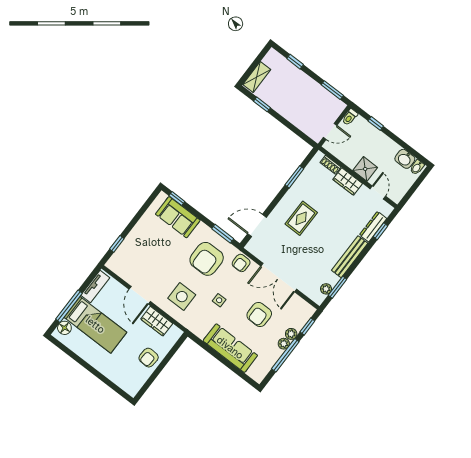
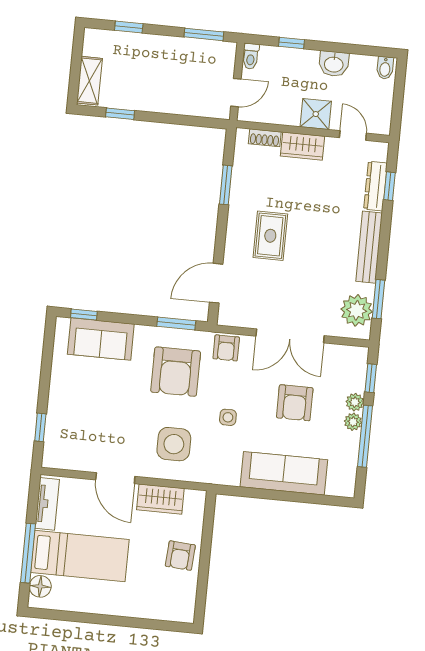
washbasin: (405, 159) -> (334, 64), moved
plant: (326, 289) -> (357, 310), width x1.88, depth x1.88

